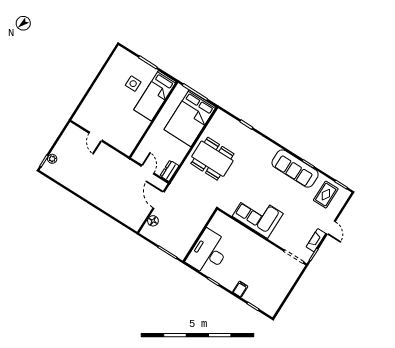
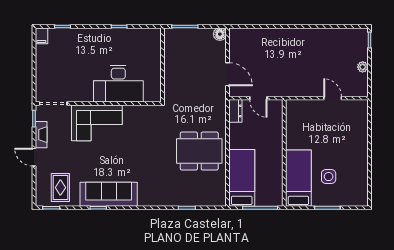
bed: (190, 118) -> (242, 178), width x0.67
plant: (52, 159) -> (363, 67), moved
corner sofa: (258, 215) -> (97, 123), moved
floor lamp: (153, 221) -> (220, 34), moved
desk: (208, 253) -> (118, 84), moved, turned 90
filing cabinet: (240, 289) -> (41, 36), moved

